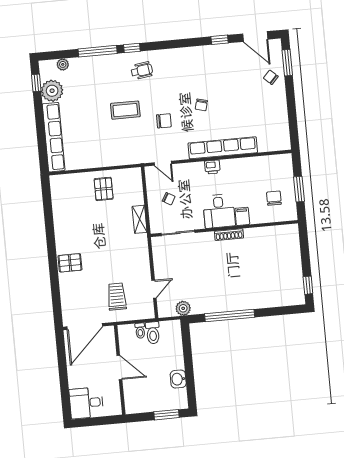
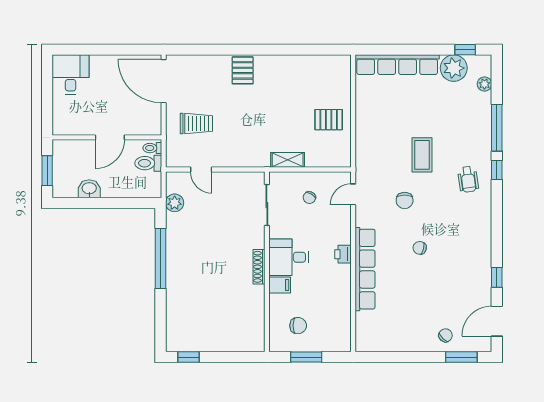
door: (119, 368) -> (110, 137), moved
wall: (120, 370) -> (107, 137), moved

